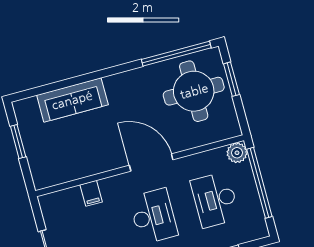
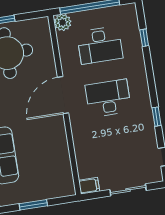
filing cabinet: (91, 193) -> (89, 186), moved

